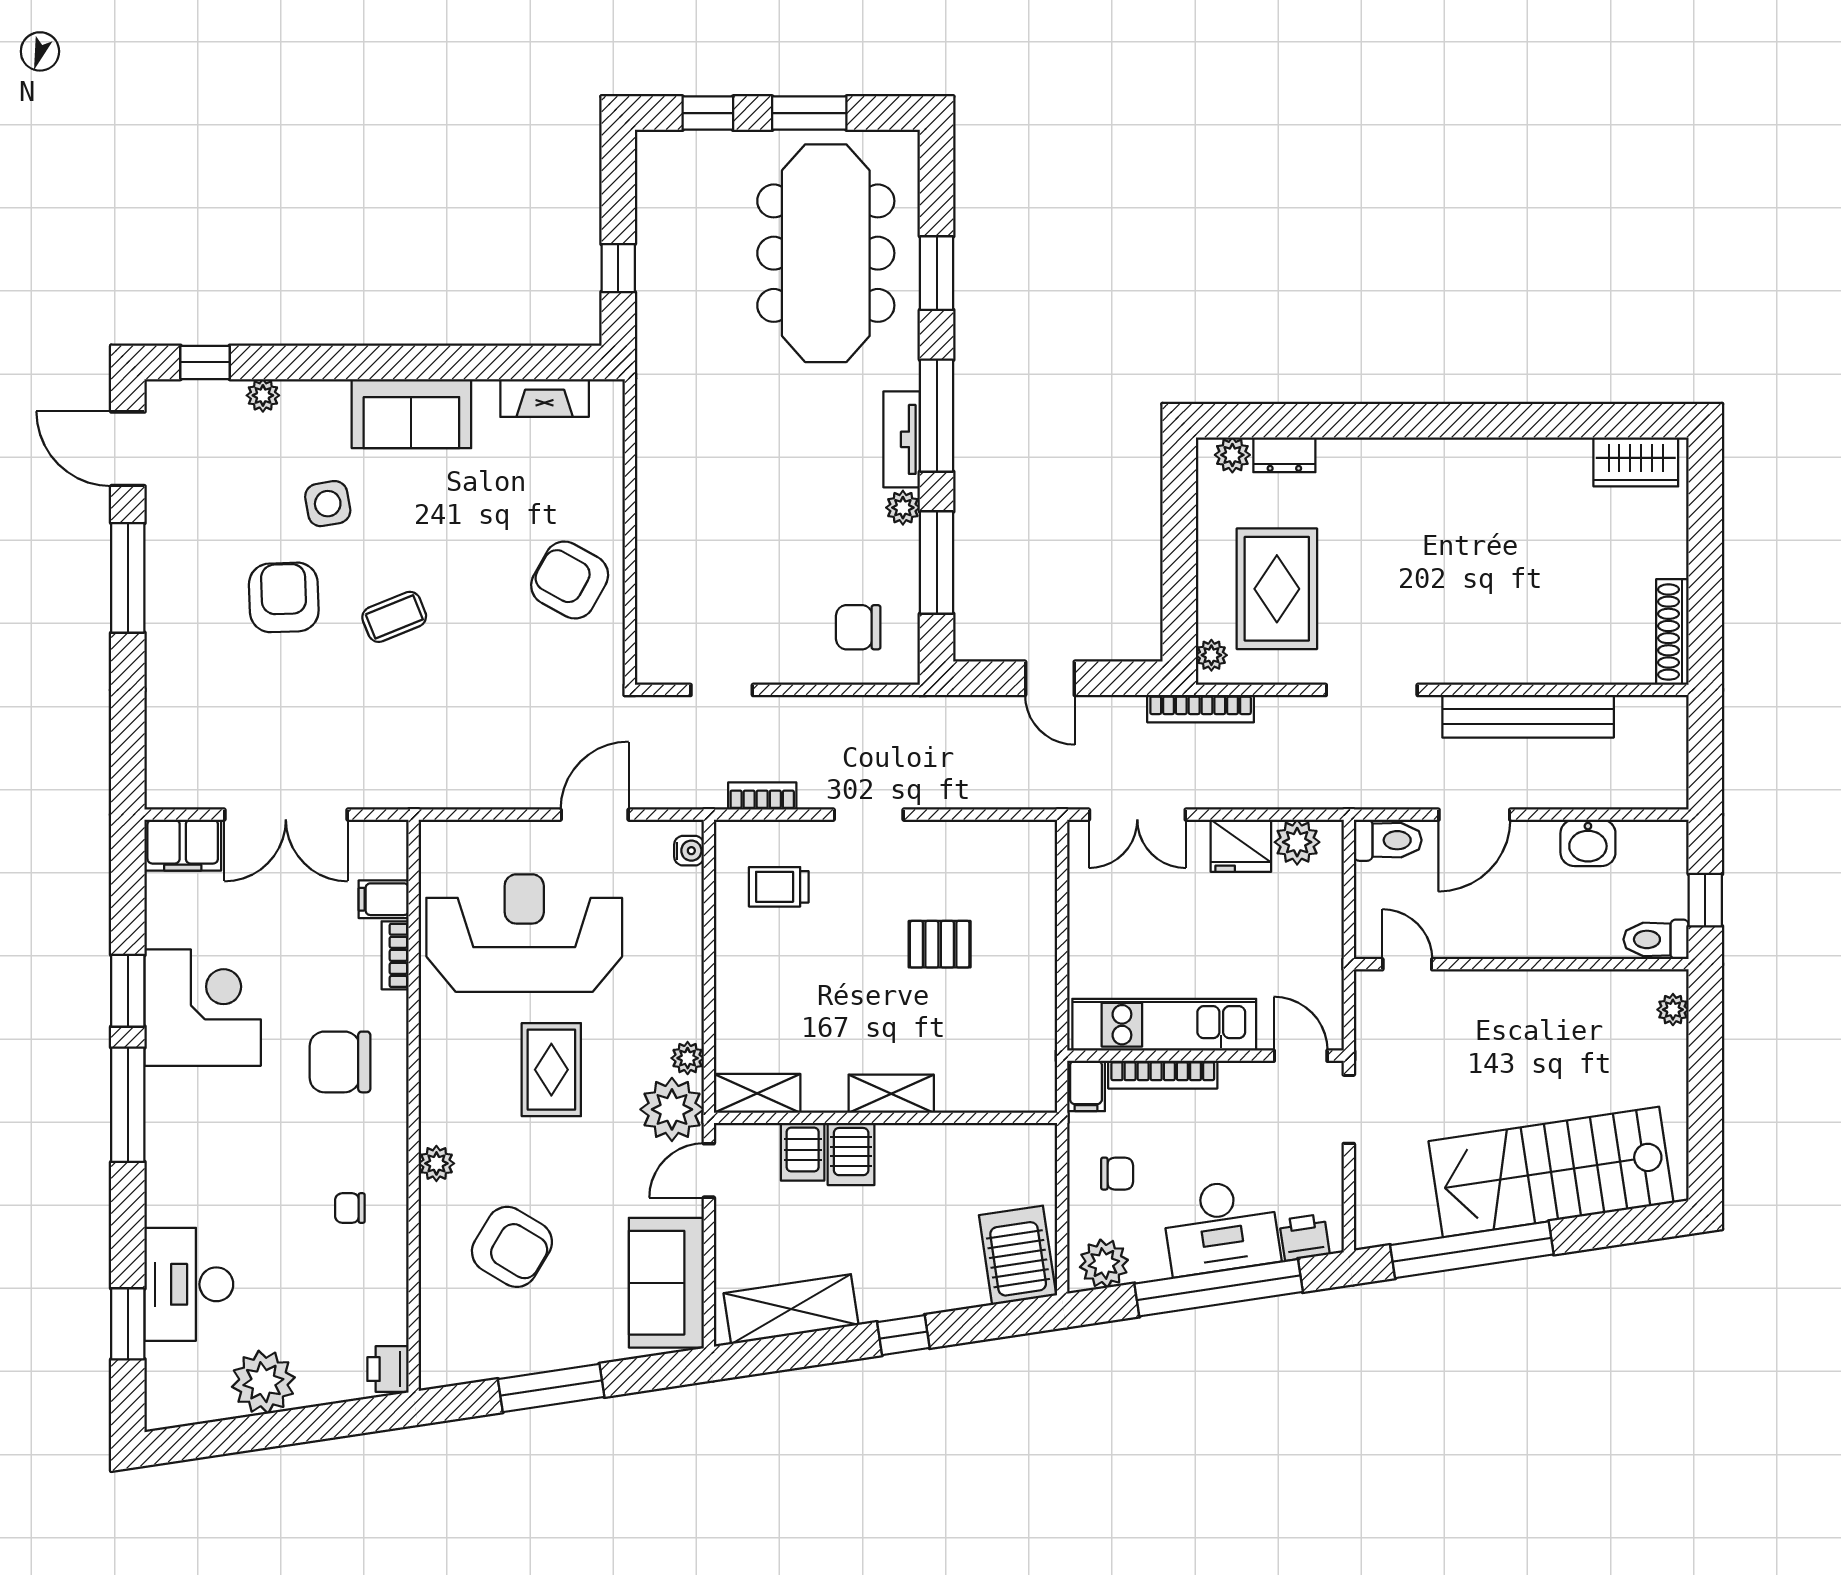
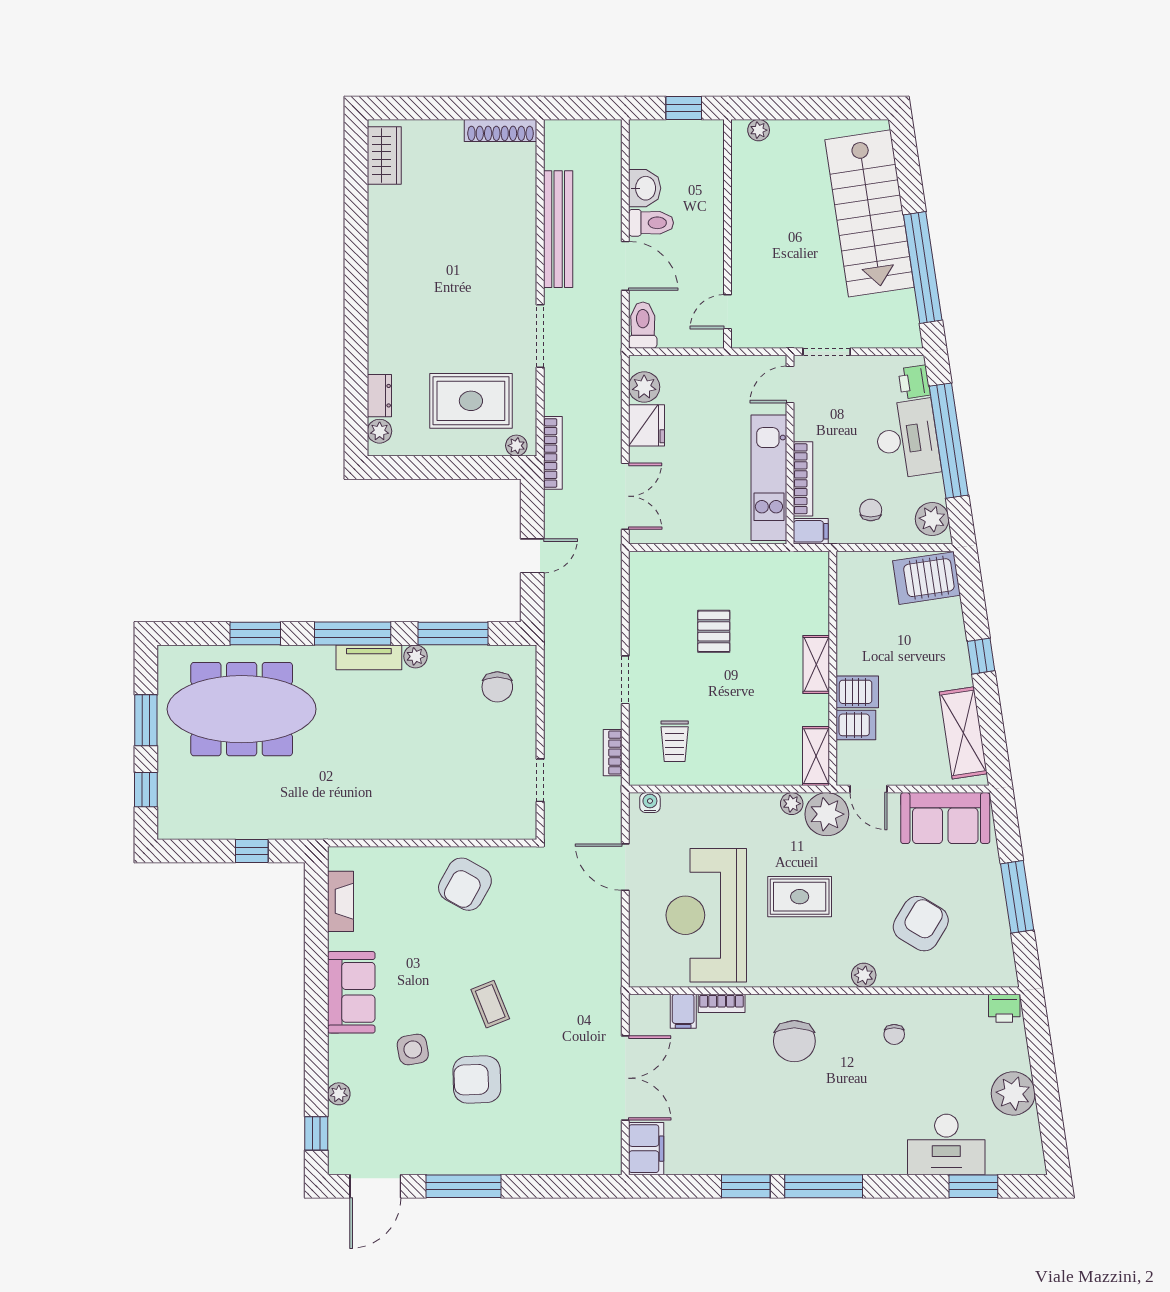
toilet: (1656, 939) -> (651, 223), moved, turned -90
corner desk: (203, 1008) -> (757, 1135), removed

